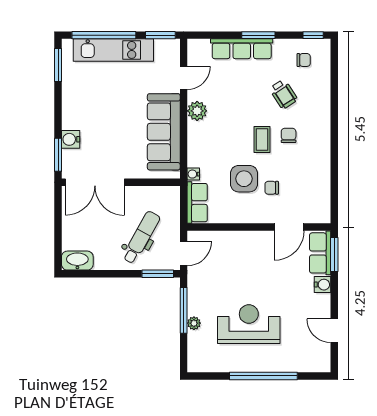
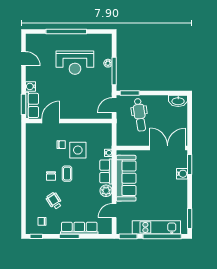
row of seats: (197, 203) -> (106, 171), moved
dental chair: (141, 237) -> (140, 115), turned -37

